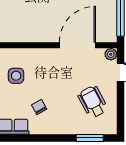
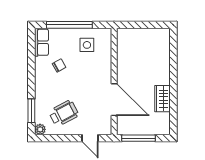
plant: (111, 54) -> (40, 129), moved

